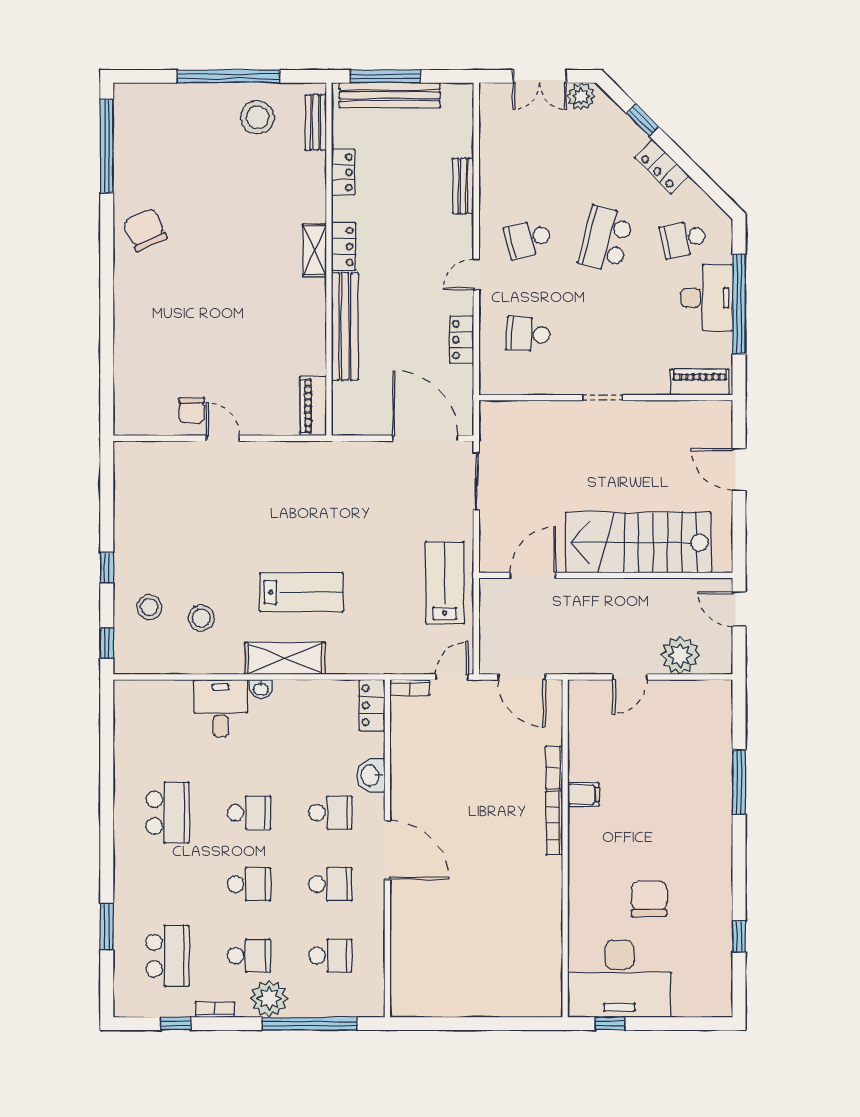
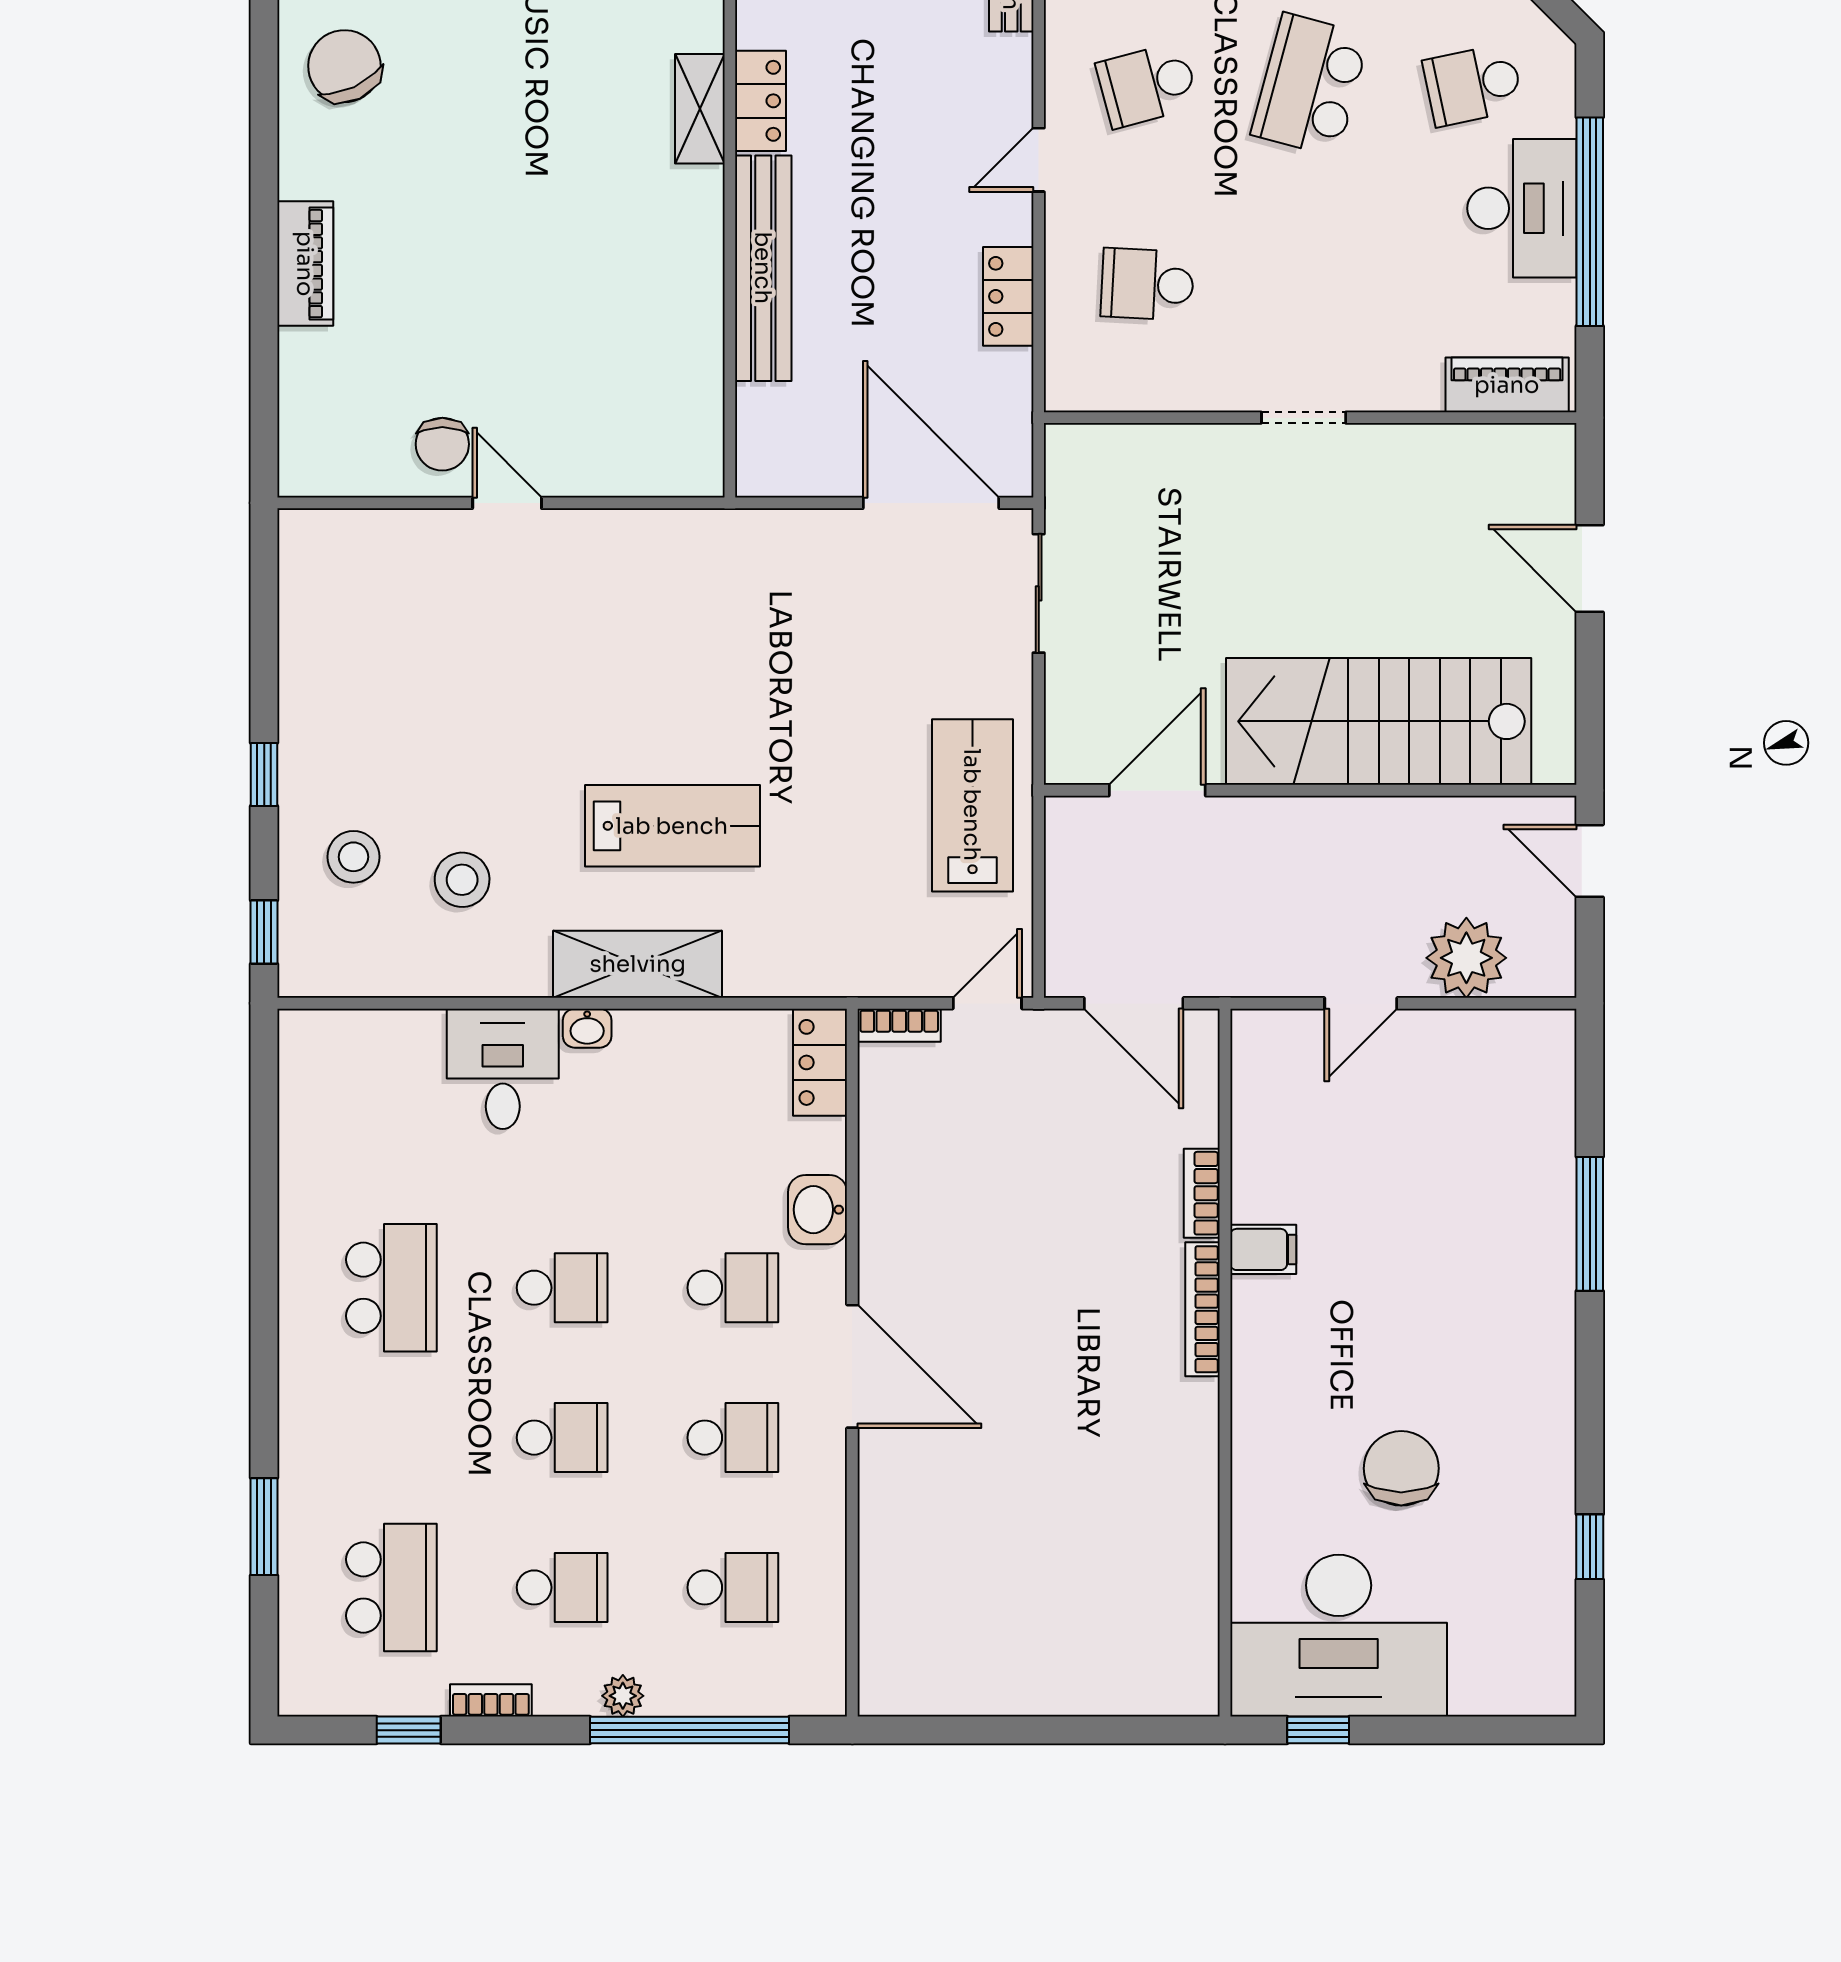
piano: (313, 406) -> (305, 264), moved, turned 180
plant: (269, 999) -> (623, 1696), width x0.53, depth x0.53

